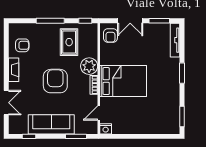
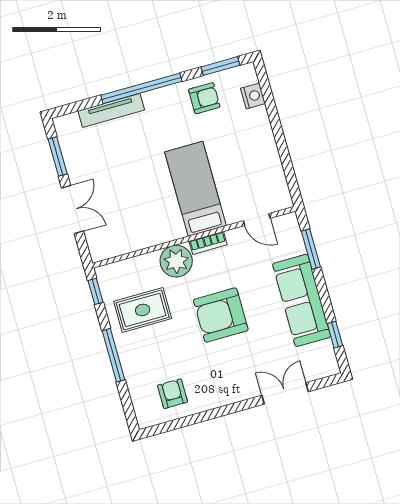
armchair: (110, 35) -> (204, 98), moved
tv unit: (175, 40) -> (111, 110), moved
fireplace: (14, 70) -> (221, 397), removed
window: (182, 73) -> (141, 88), width x2.11
bed: (123, 81) -> (195, 189), width x0.67
nightstand: (106, 129) -> (253, 96), moved

